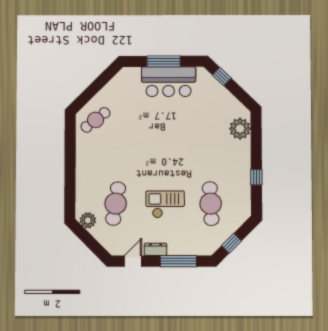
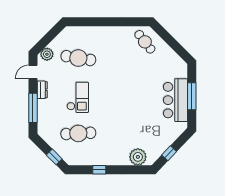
window: (222, 77) -> (169, 153), moved
plant: (88, 220) -> (47, 54), moved
window: (231, 243) -> (54, 157), moved
door: (133, 261) -> (33, 72), swing flipped

